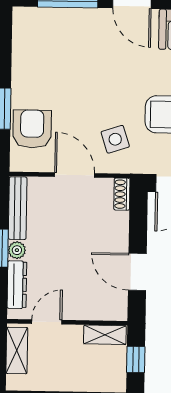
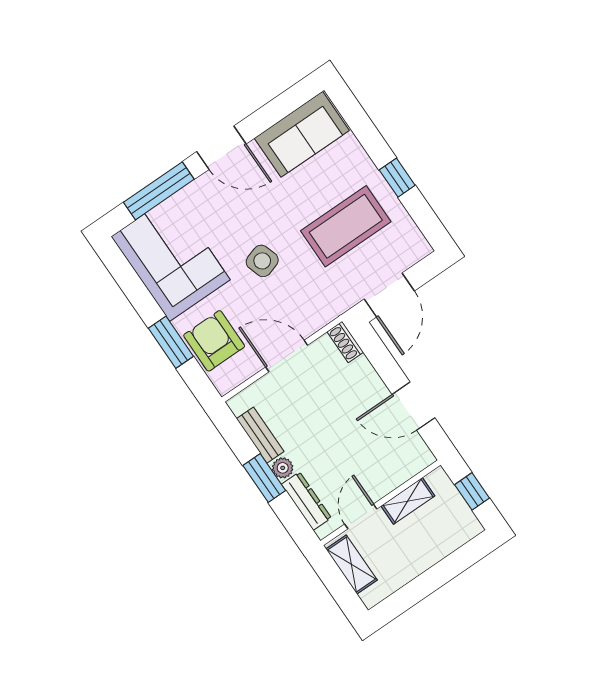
corner sofa: (43, 51) -> (171, 258), added
side table: (115, 139) -> (262, 261), moved
bench: (18, 208) -> (260, 435), width x0.73
shelving: (105, 335) -> (408, 501), moved

